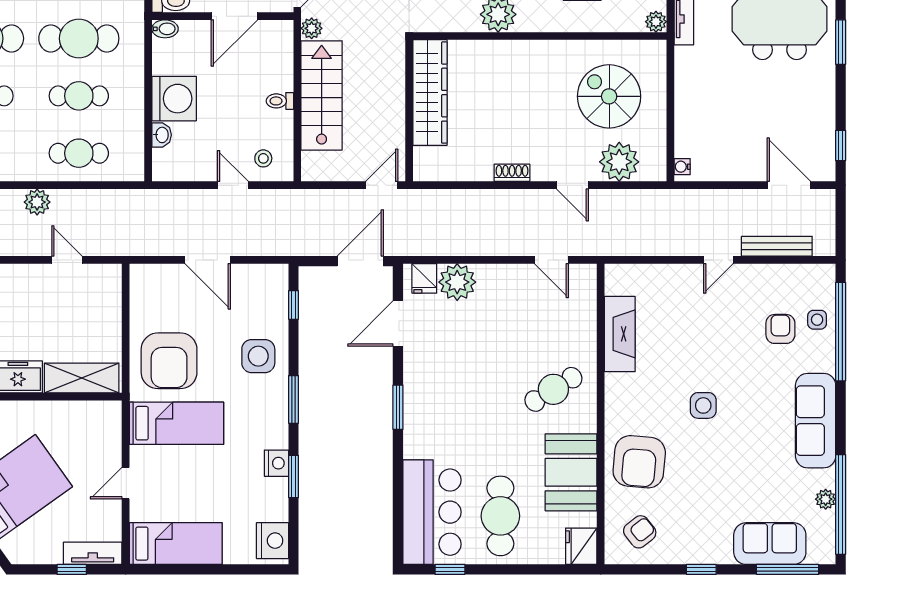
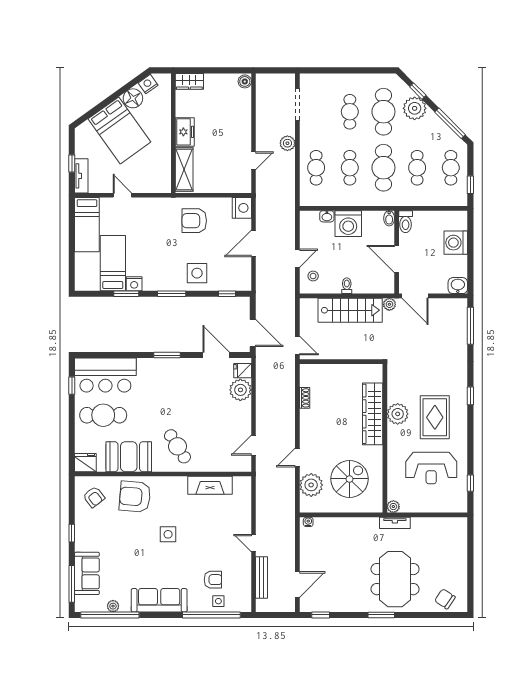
wardrobe: (430, 93) -> (373, 414), moved, turned 90
shoe rack: (512, 173) -> (305, 398), moved
armchair: (169, 361) -> (194, 221), width x0.73, depth x0.73
bed: (176, 423) -> (113, 263), moved, turned 180
nightstand: (272, 541) -> (242, 208), moved, turned -90

